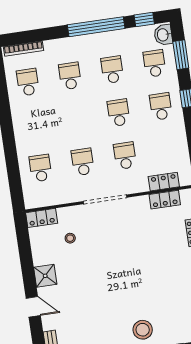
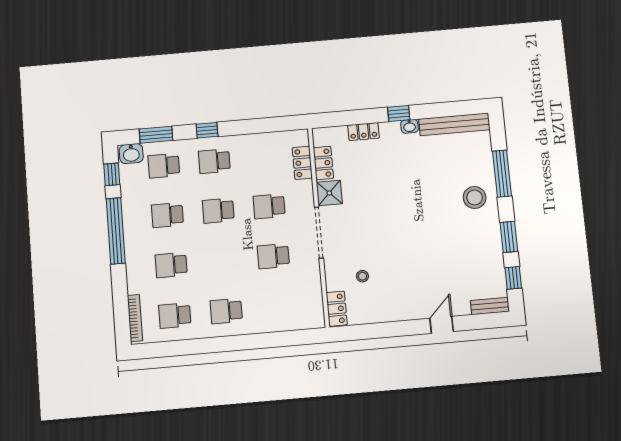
school desk: (40, 168) -> (226, 311), moved
shower: (45, 276) -> (329, 193), moved

